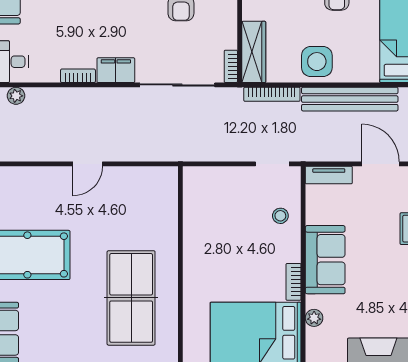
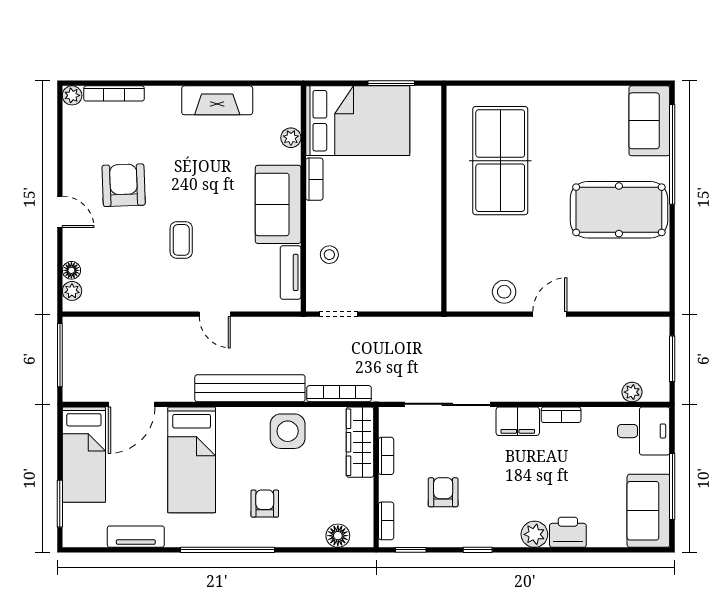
bookcase: (231, 66) -> (386, 456), moved
door: (381, 164) -> (215, 314), width x0.73
tv unit: (329, 175) -> (291, 272), moved, turned -90
stool: (128, 183) -> (504, 292), added

